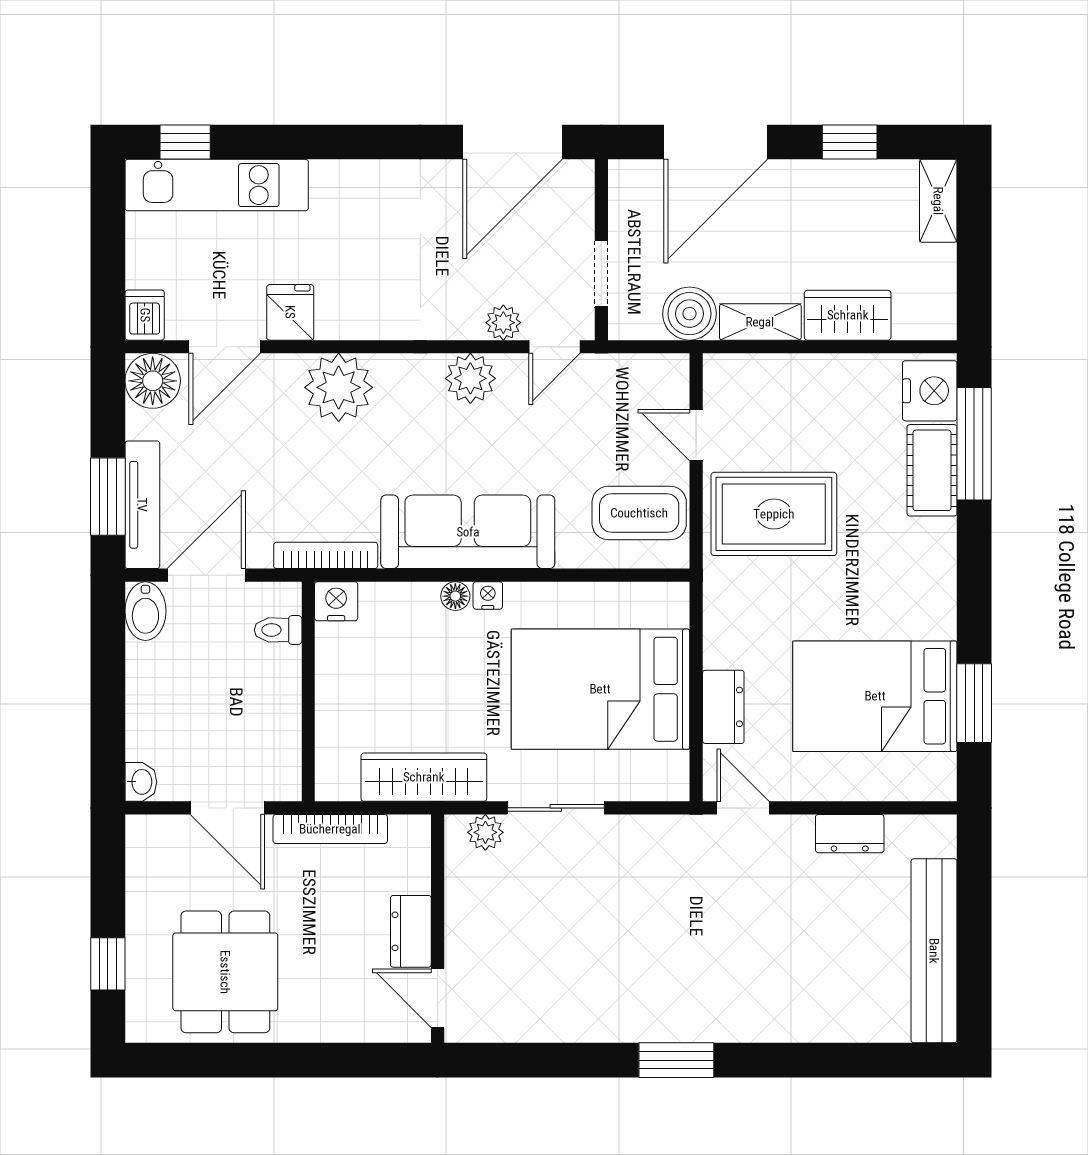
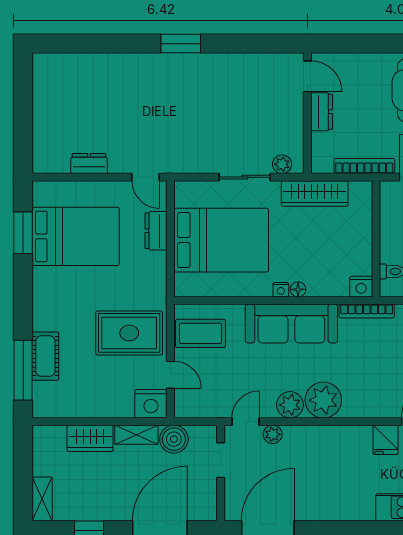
plant: (339, 387) -> (323, 400), moved
nightstand: (930, 391) -> (151, 404), moved, turned -90
bench: (934, 951) -> (44, 101), removed

